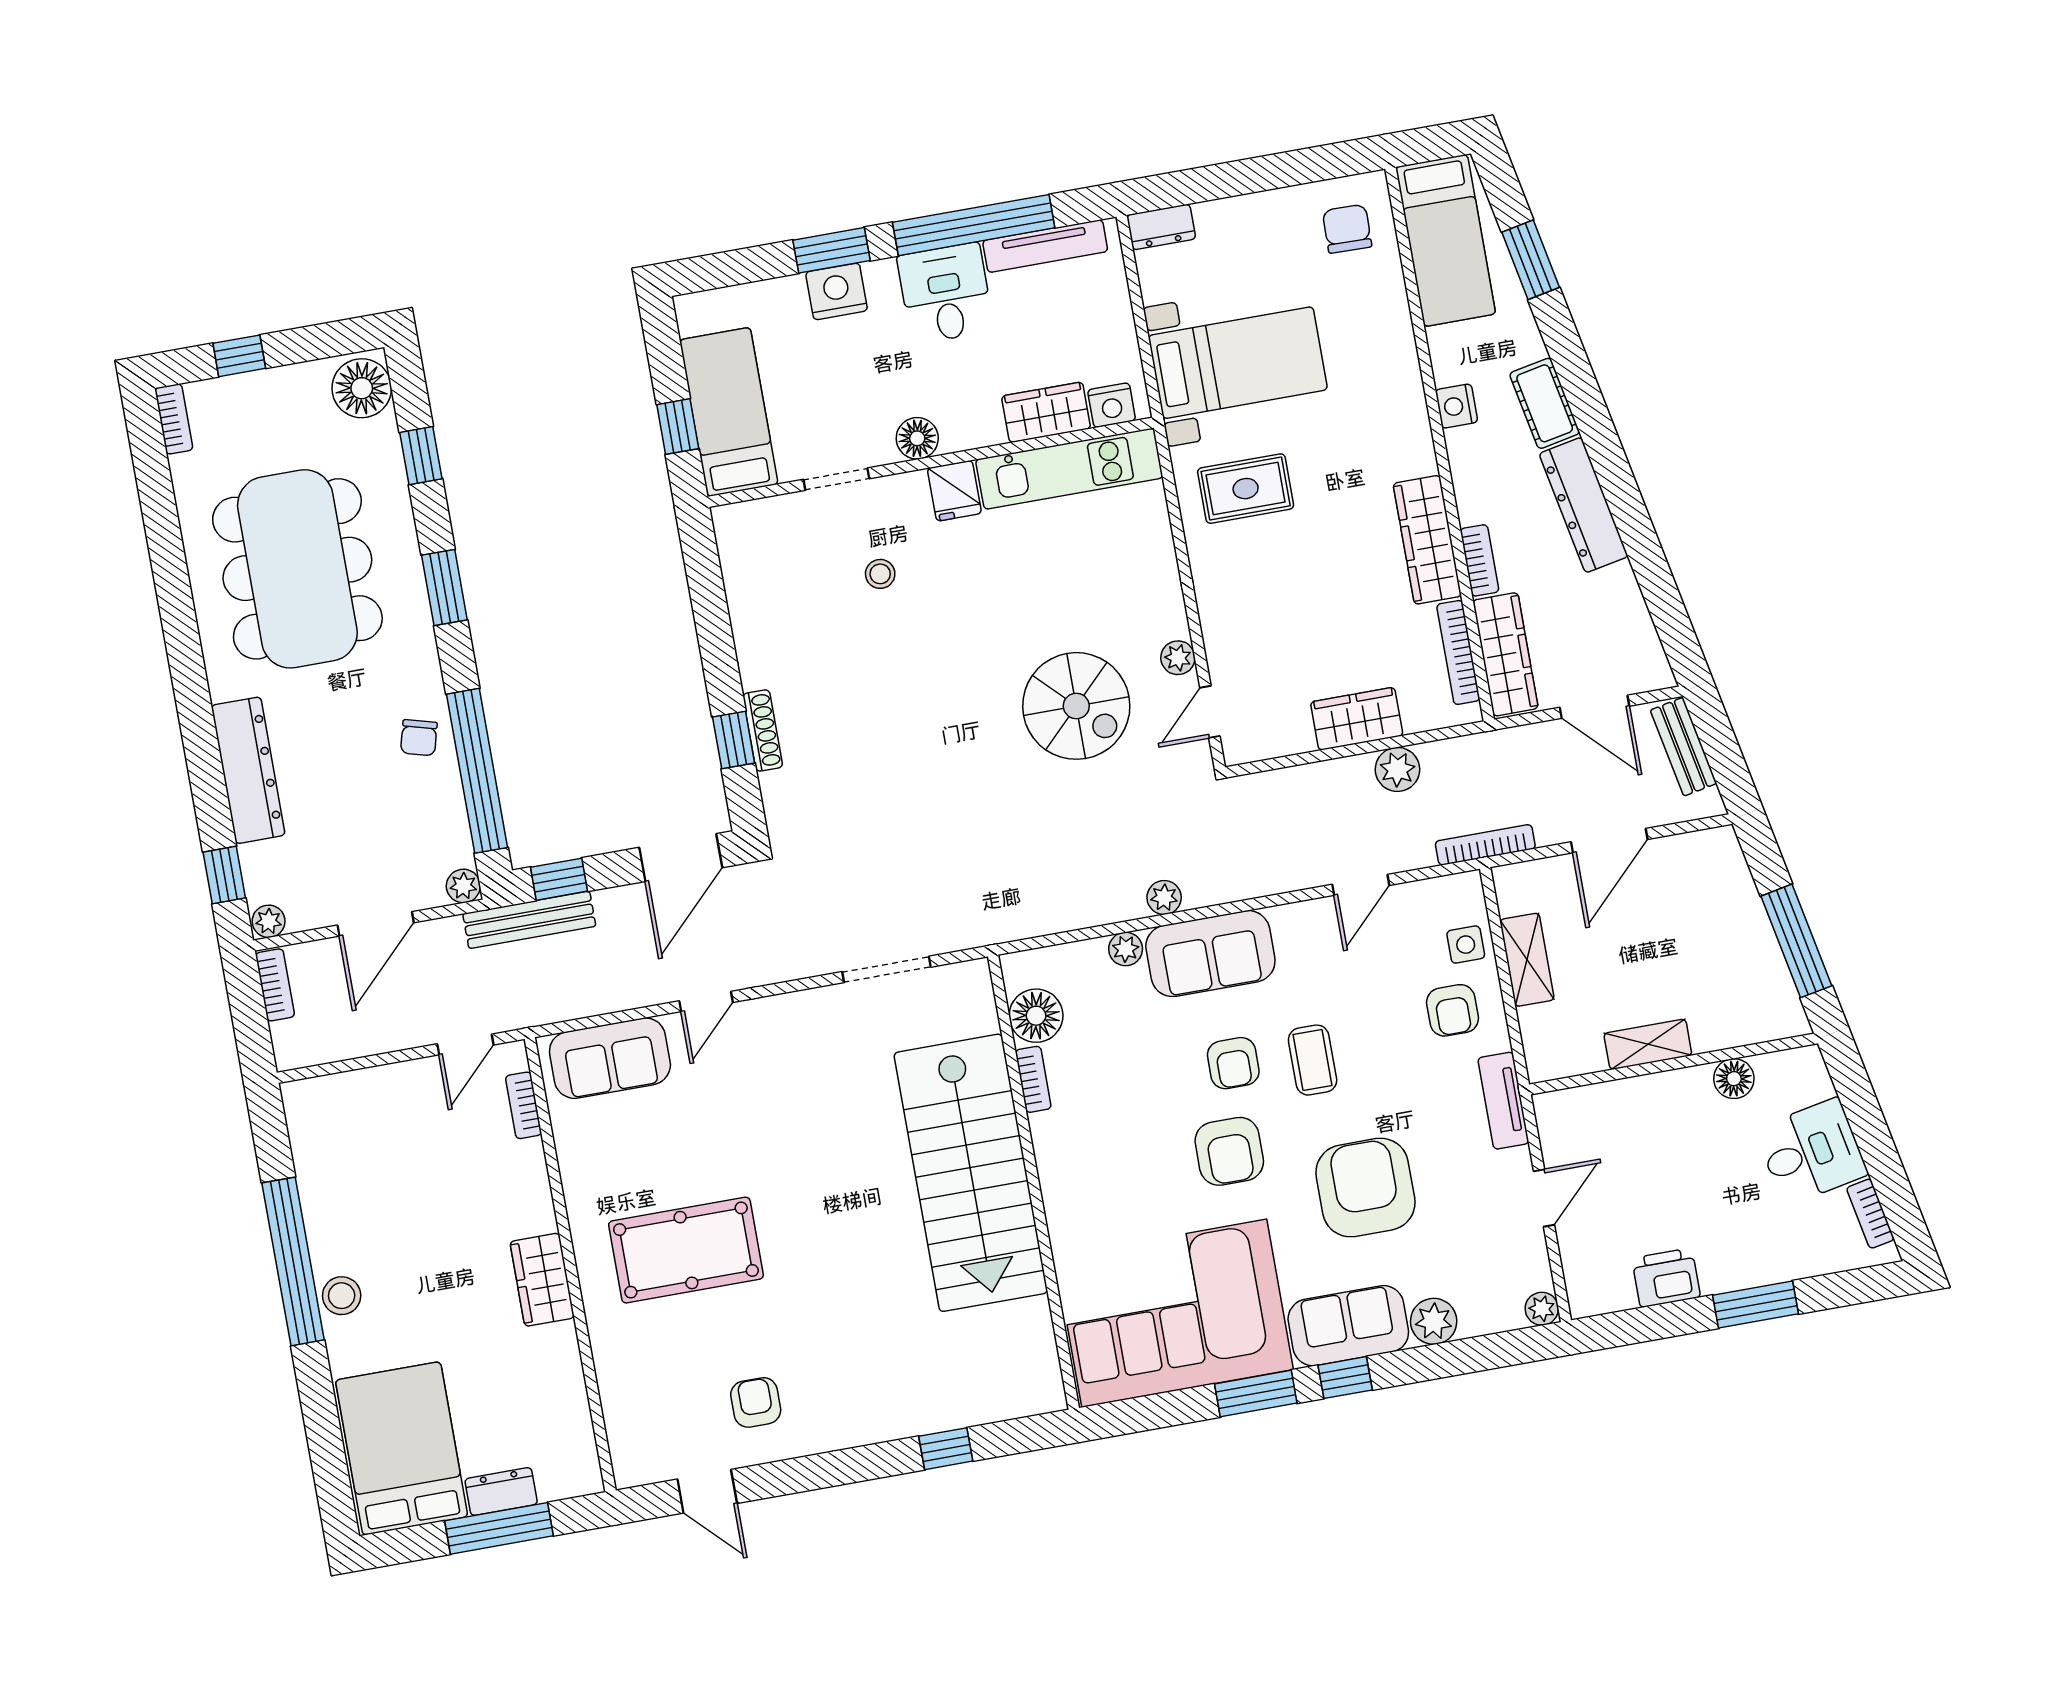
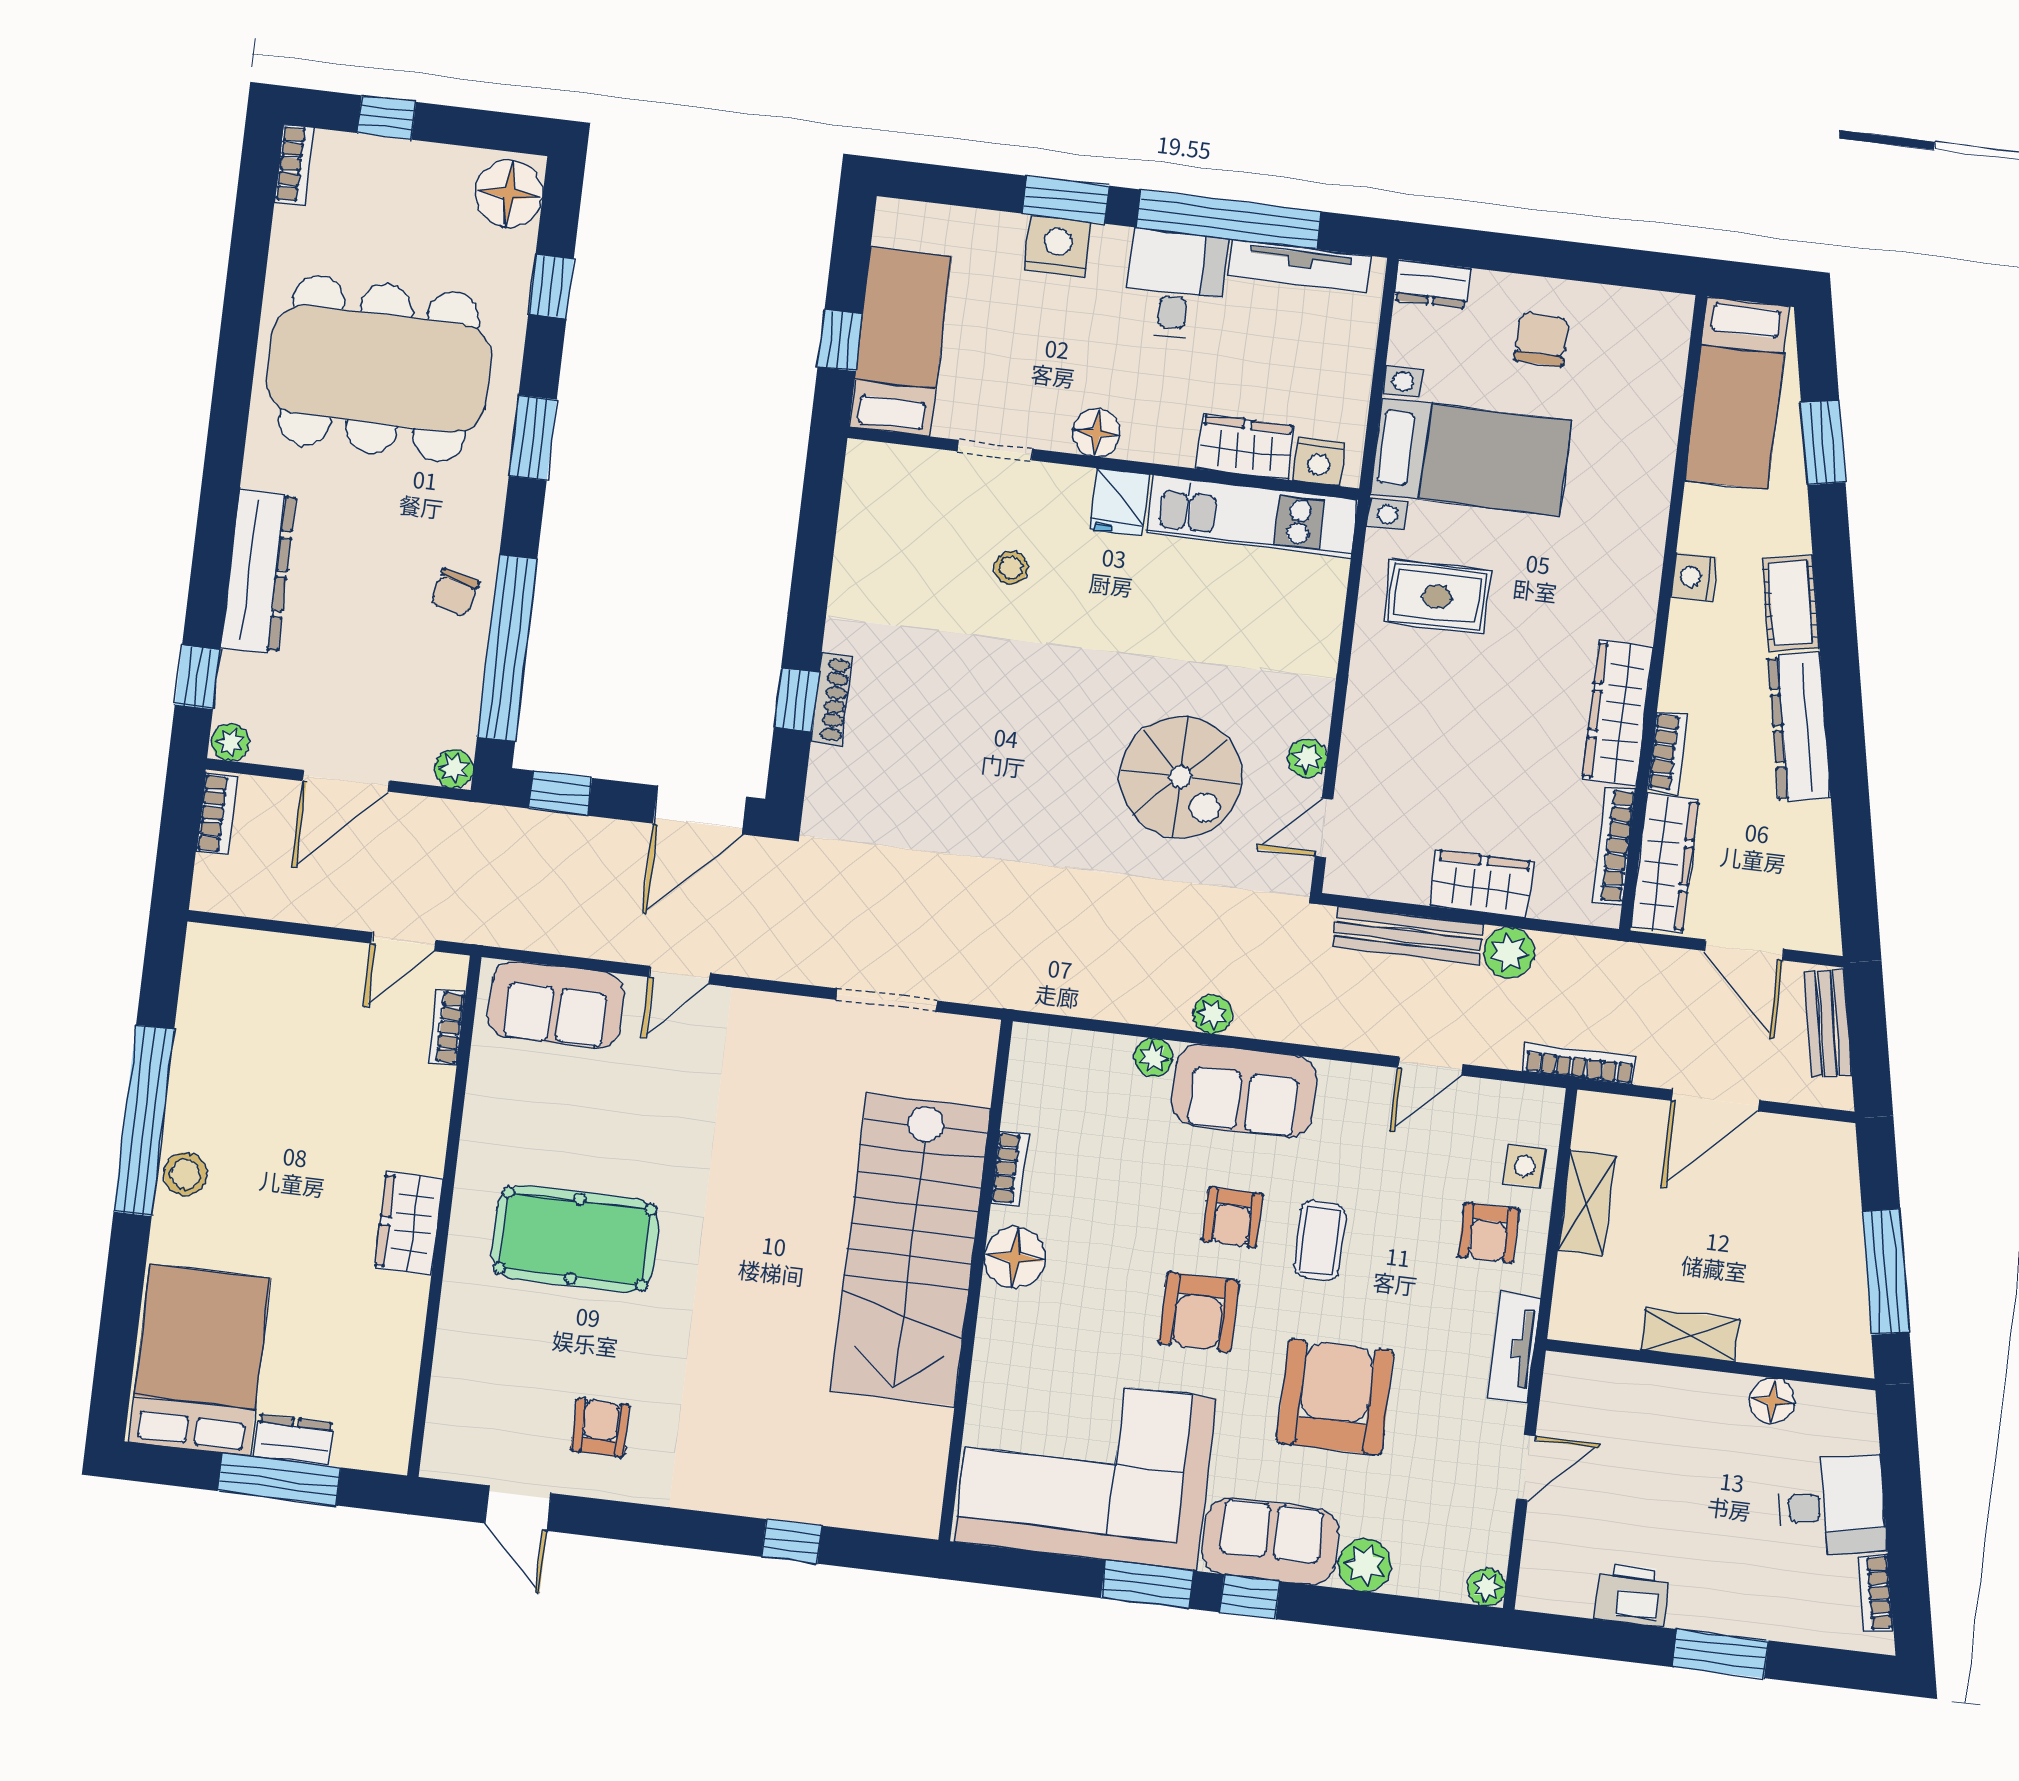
chair: (1347, 229) -> (1541, 339), moved
dining table: (297, 569) -> (379, 369), turned 90
bench: (529, 920) -> (1408, 936), moved
floor lamp: (1036, 1016) -> (1015, 1258), moved

